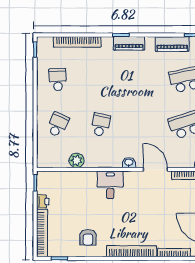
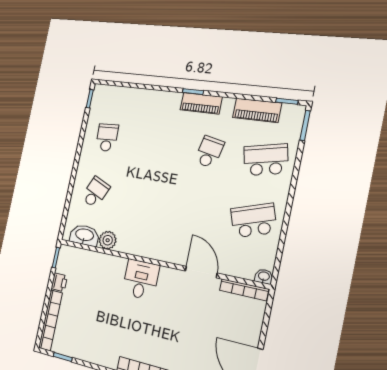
bookcase: (77, 42) -> (139, 95), removed
school desk: (100, 125) -> (209, 152), moved
washbasin: (129, 163) -> (84, 235), moved, width x1.91, depth x1.45
armchair: (88, 237) -> (100, 340), removed

